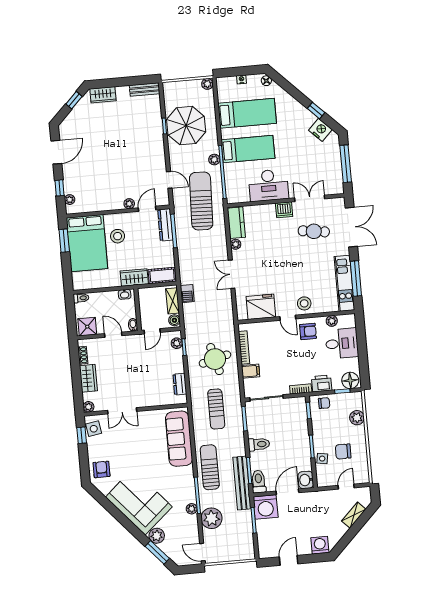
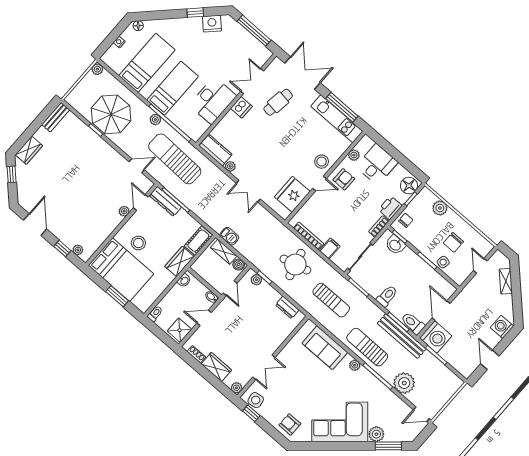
window: (64, 241) -> (117, 296), moved
sofa: (179, 439) -> (325, 348), width x0.73
washbasin: (306, 480) -> (395, 245), moved
plant: (192, 509) -> (355, 365), moved

